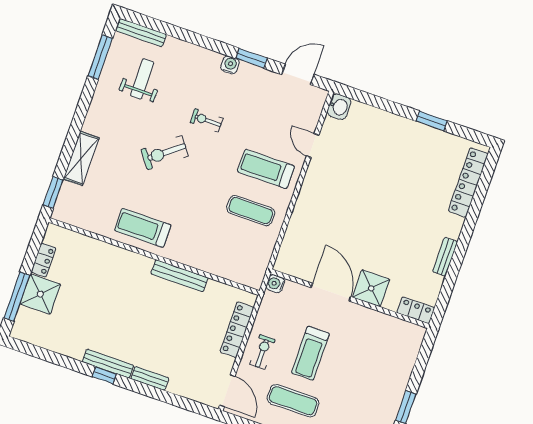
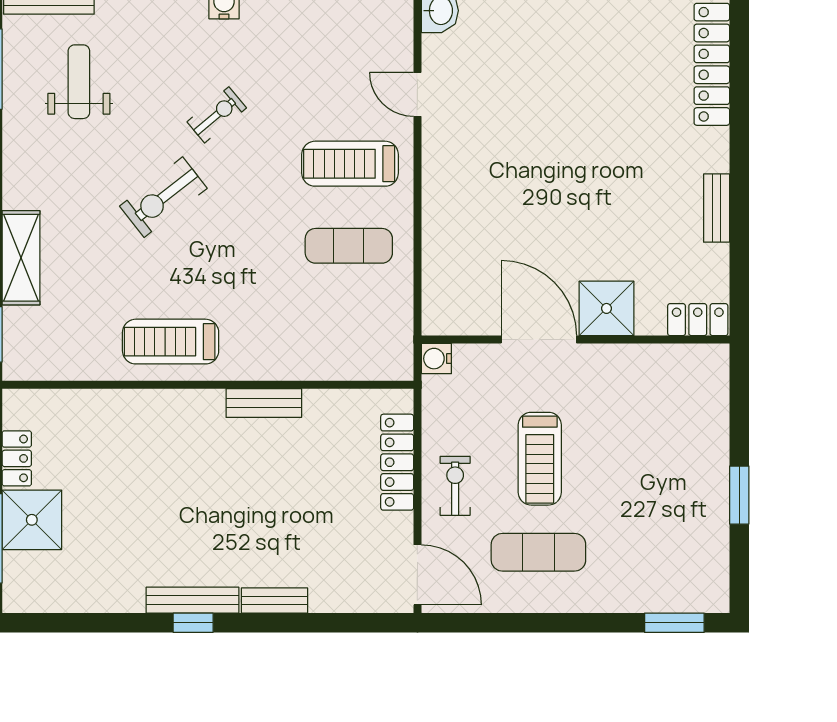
exercise bike: (207, 120) -> (217, 115), turned 140
bench: (179, 276) -> (264, 403), width x0.73

